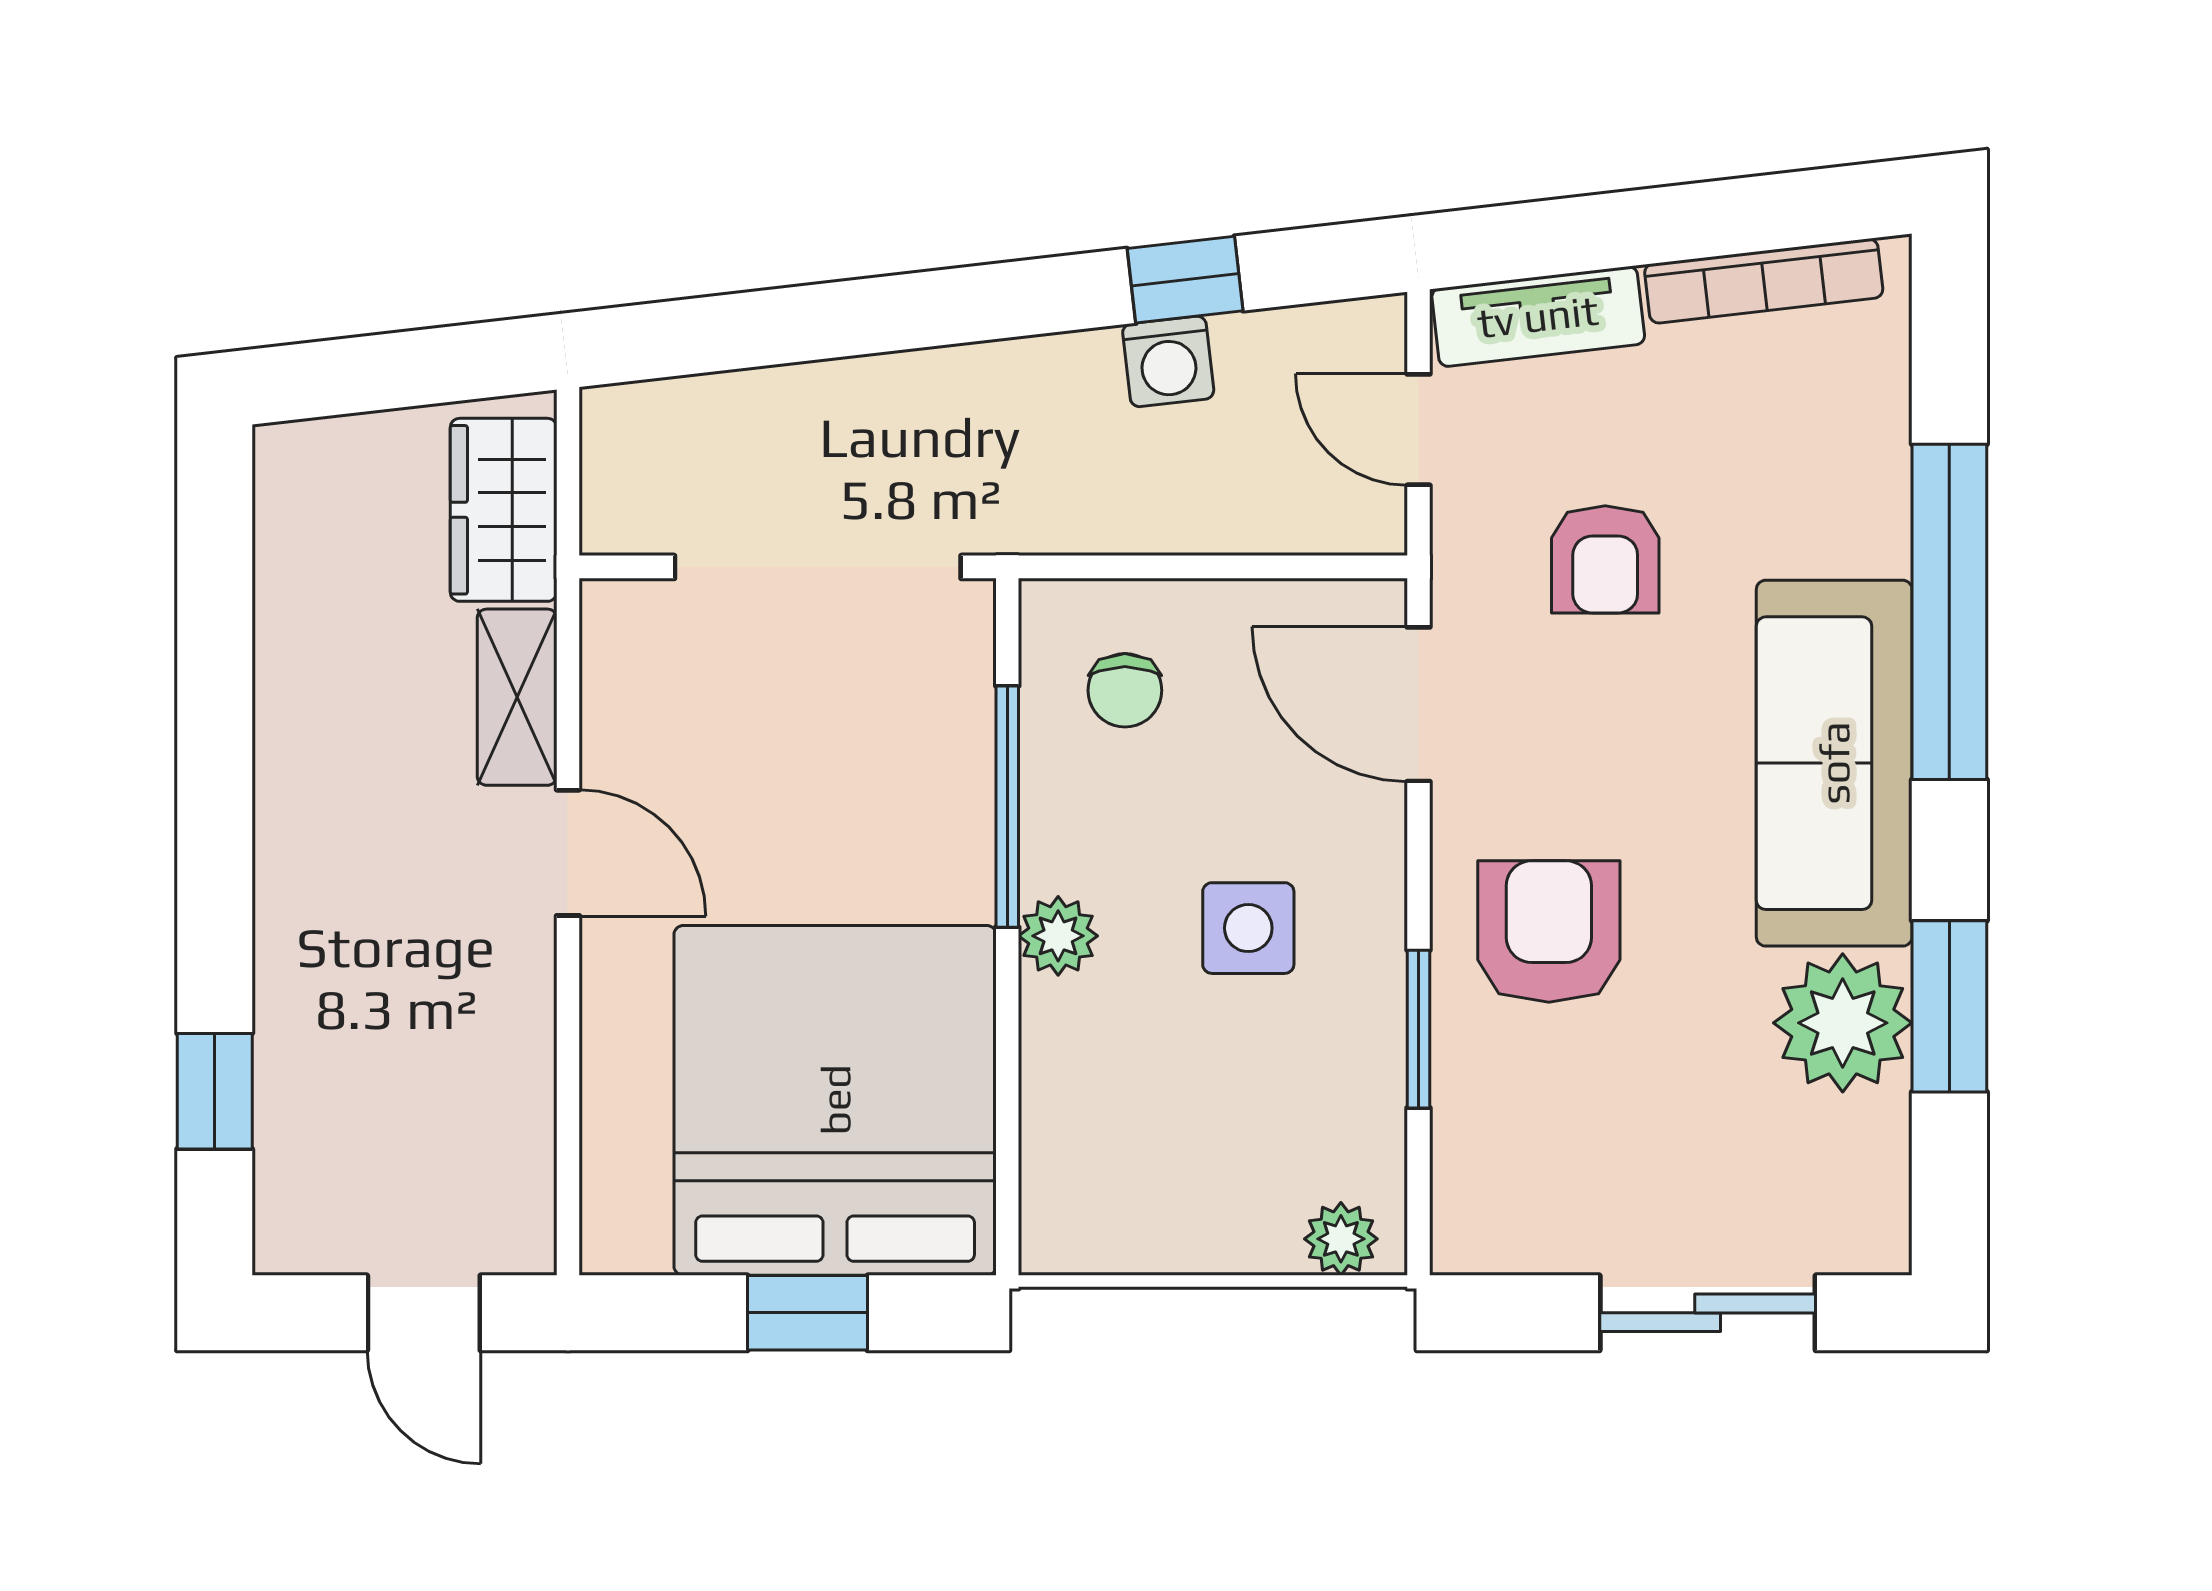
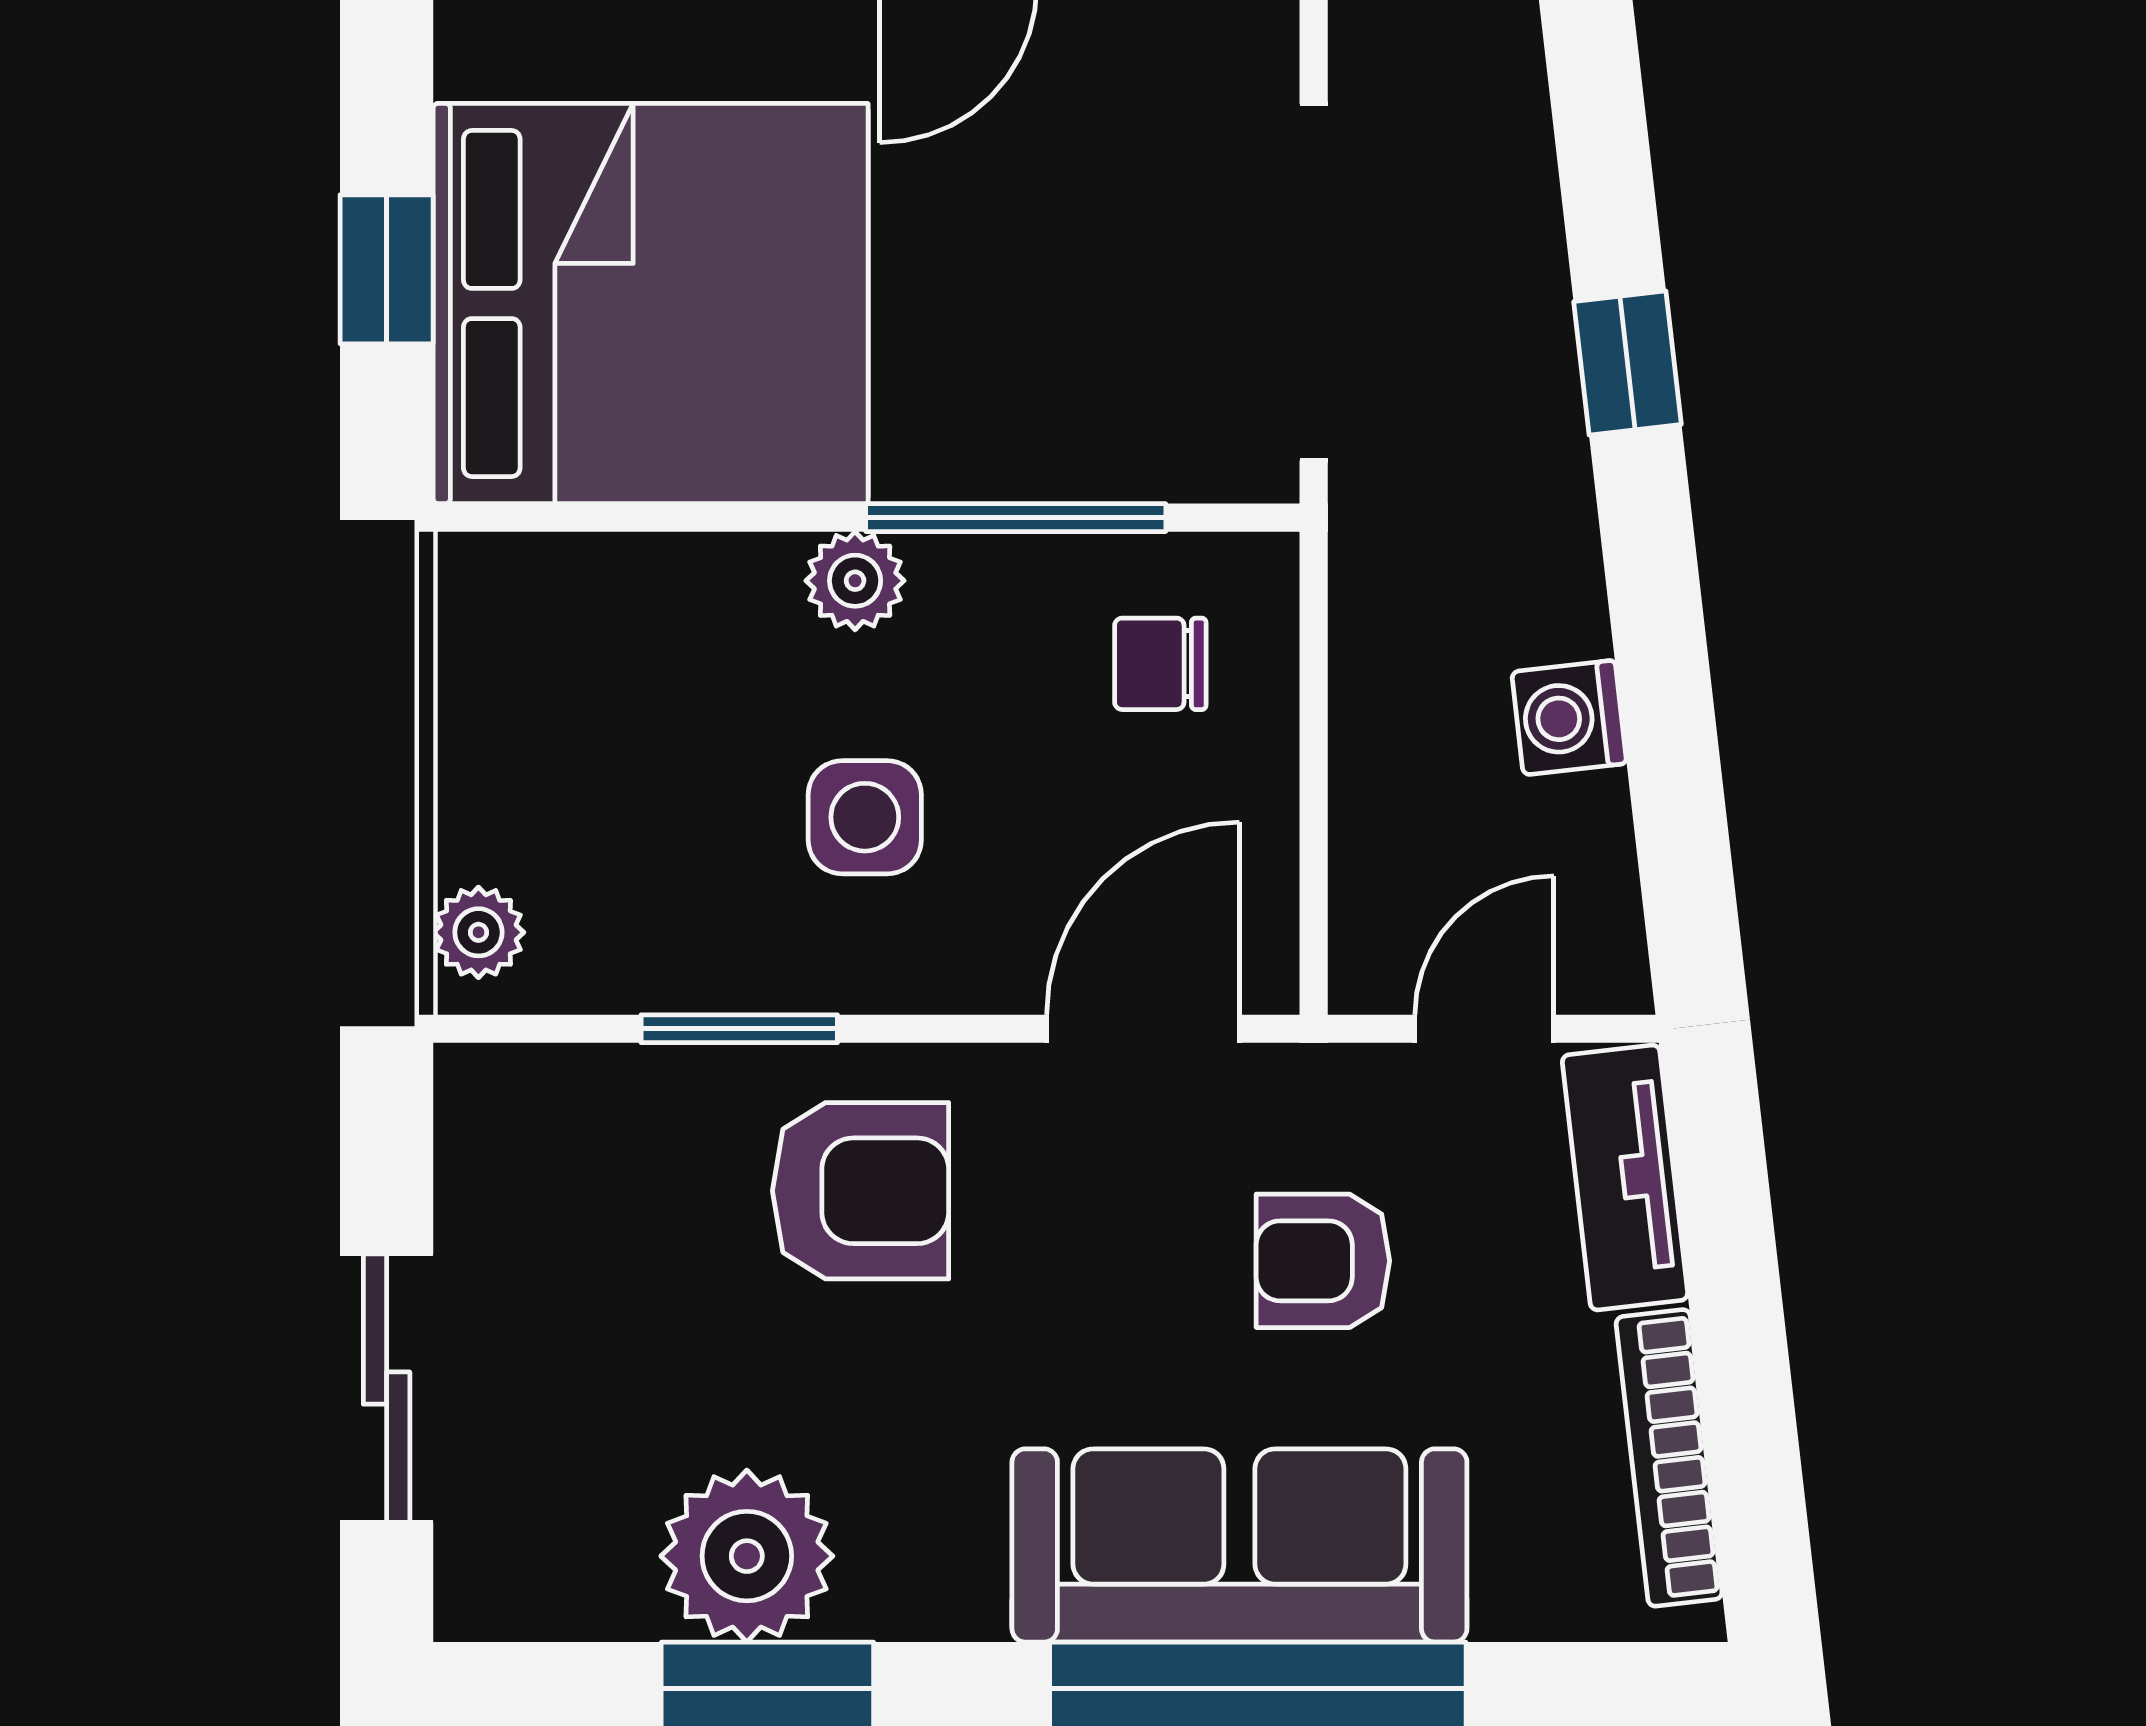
window: (1185, 280) -> (1627, 363), moved
sofa: (1834, 763) -> (1239, 1545), moved

